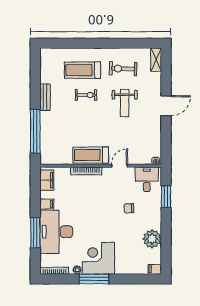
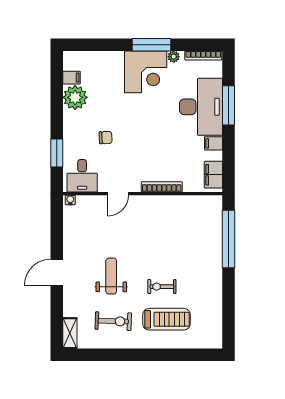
bench: (45, 97) -> (216, 284), removed
treadmill: (91, 155) -> (156, 208), removed
filing cabinet: (155, 269) -> (72, 78), moved

